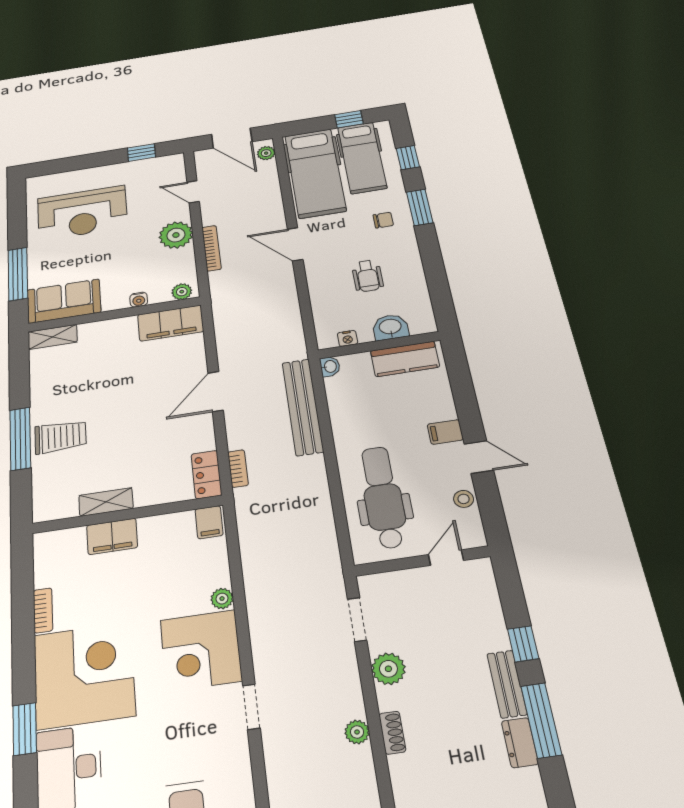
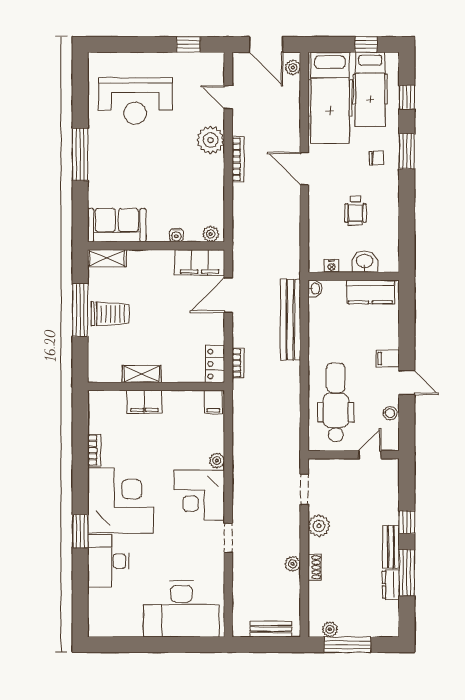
plant: (182, 292) -> (211, 234), moved
water cooler: (139, 300) -> (176, 235), moved
sofa: (64, 301) -> (117, 225), moved
wall: (114, 314) -> (156, 246), moved
filing cabinet: (171, 323) -> (200, 262), moved
shelving: (53, 337) -> (107, 258), moved

